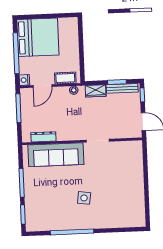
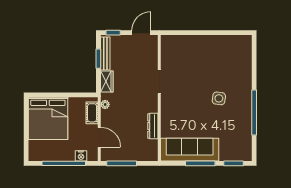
bed: (38, 37) -> (48, 118), moved, turned 180
nightstand: (24, 80) -> (81, 156), moved
dresser: (43, 137) -> (153, 126), moved
sofa: (56, 155) -> (190, 150), moved, turned -90

